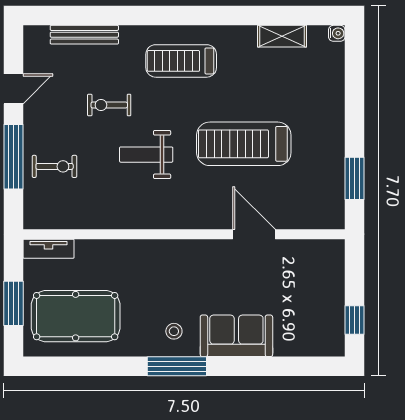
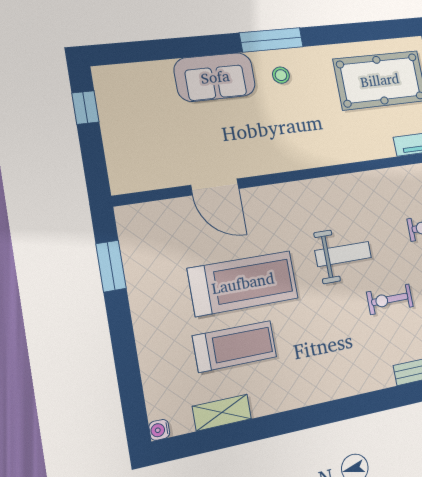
treadmill: (181, 61) -> (235, 346), moved
exercise bike: (109, 105) -> (390, 299), turned 180

